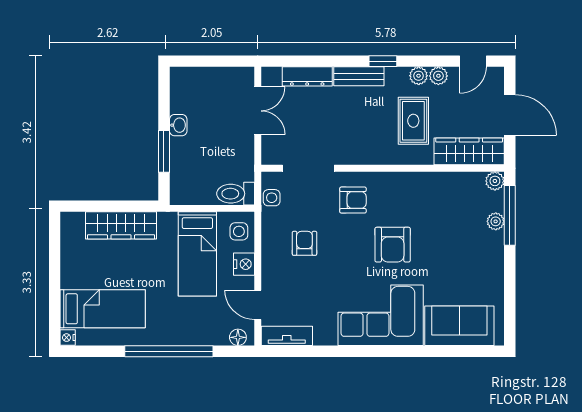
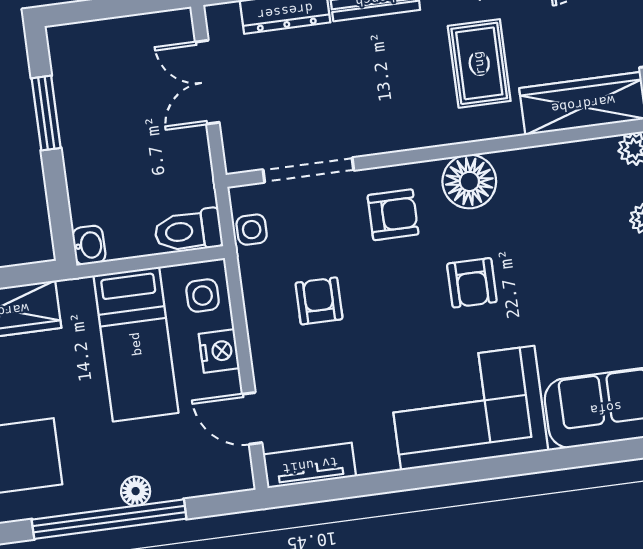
double door: (258, 111) -> (207, 82), swing flipped
washbasin: (178, 125) -> (89, 245), moved
window: (164, 151) -> (46, 113), moved
floor lamp: (399, 187) -> (469, 181), added
armchair: (393, 245) -> (472, 283), width x0.72, depth x0.72
floor lamp: (238, 337) -> (136, 491), moved

